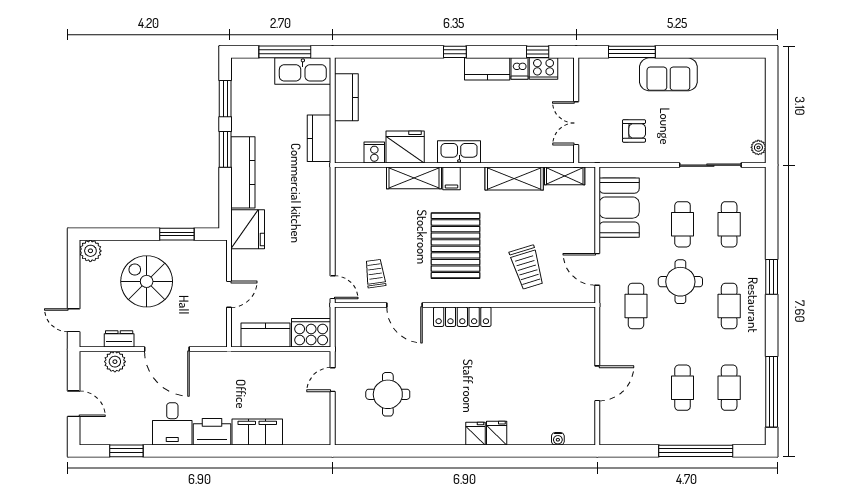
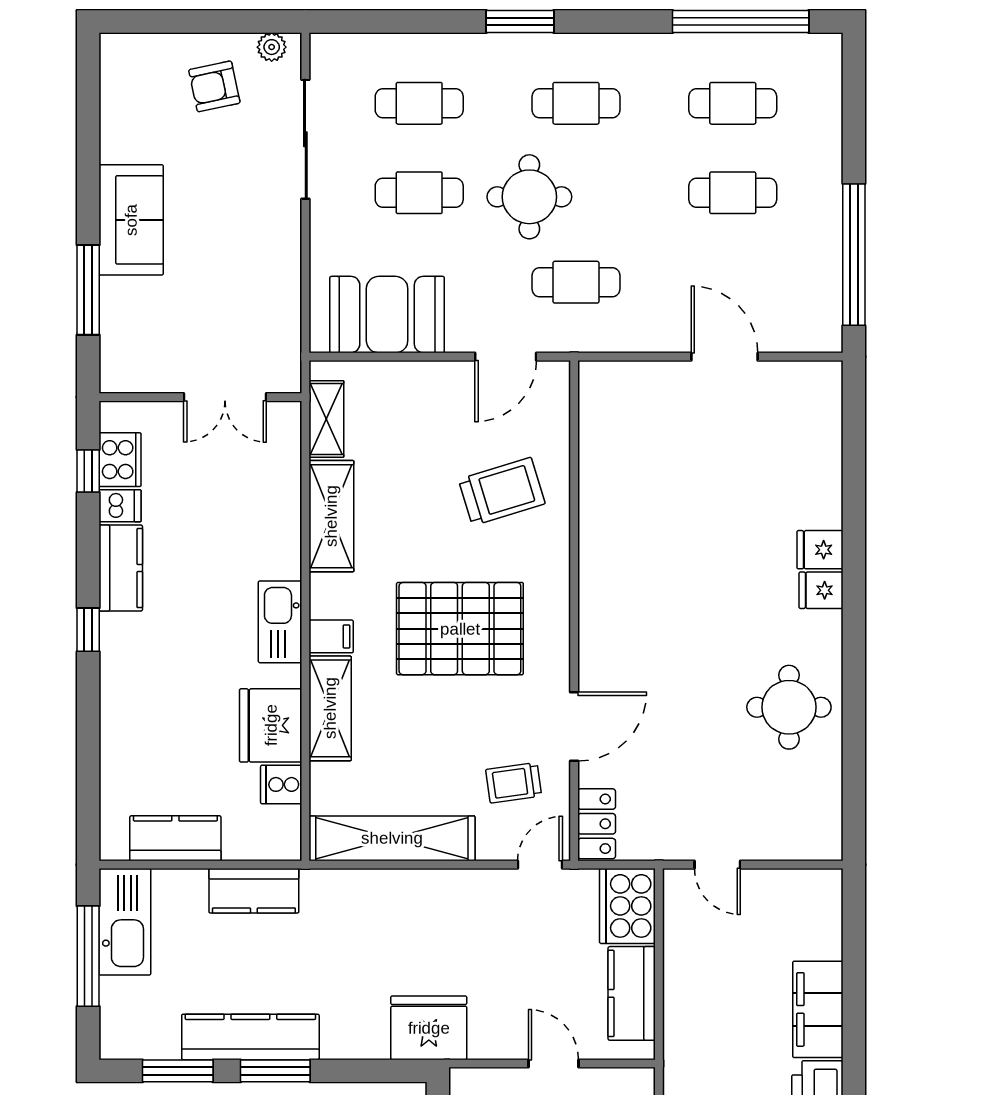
armchair: (634, 131) -> (214, 86), moved, turned -102
kitchen counter: (243, 172) -> (250, 1037), moved
shelving: (346, 210) -> (392, 838), added
locker: (462, 317) -> (597, 824), moved, width x0.66
round table: (388, 394) -> (789, 707), moved
water cooler: (558, 439) -> (831, 432), removed
window: (696, 451) -> (854, 255), moved

